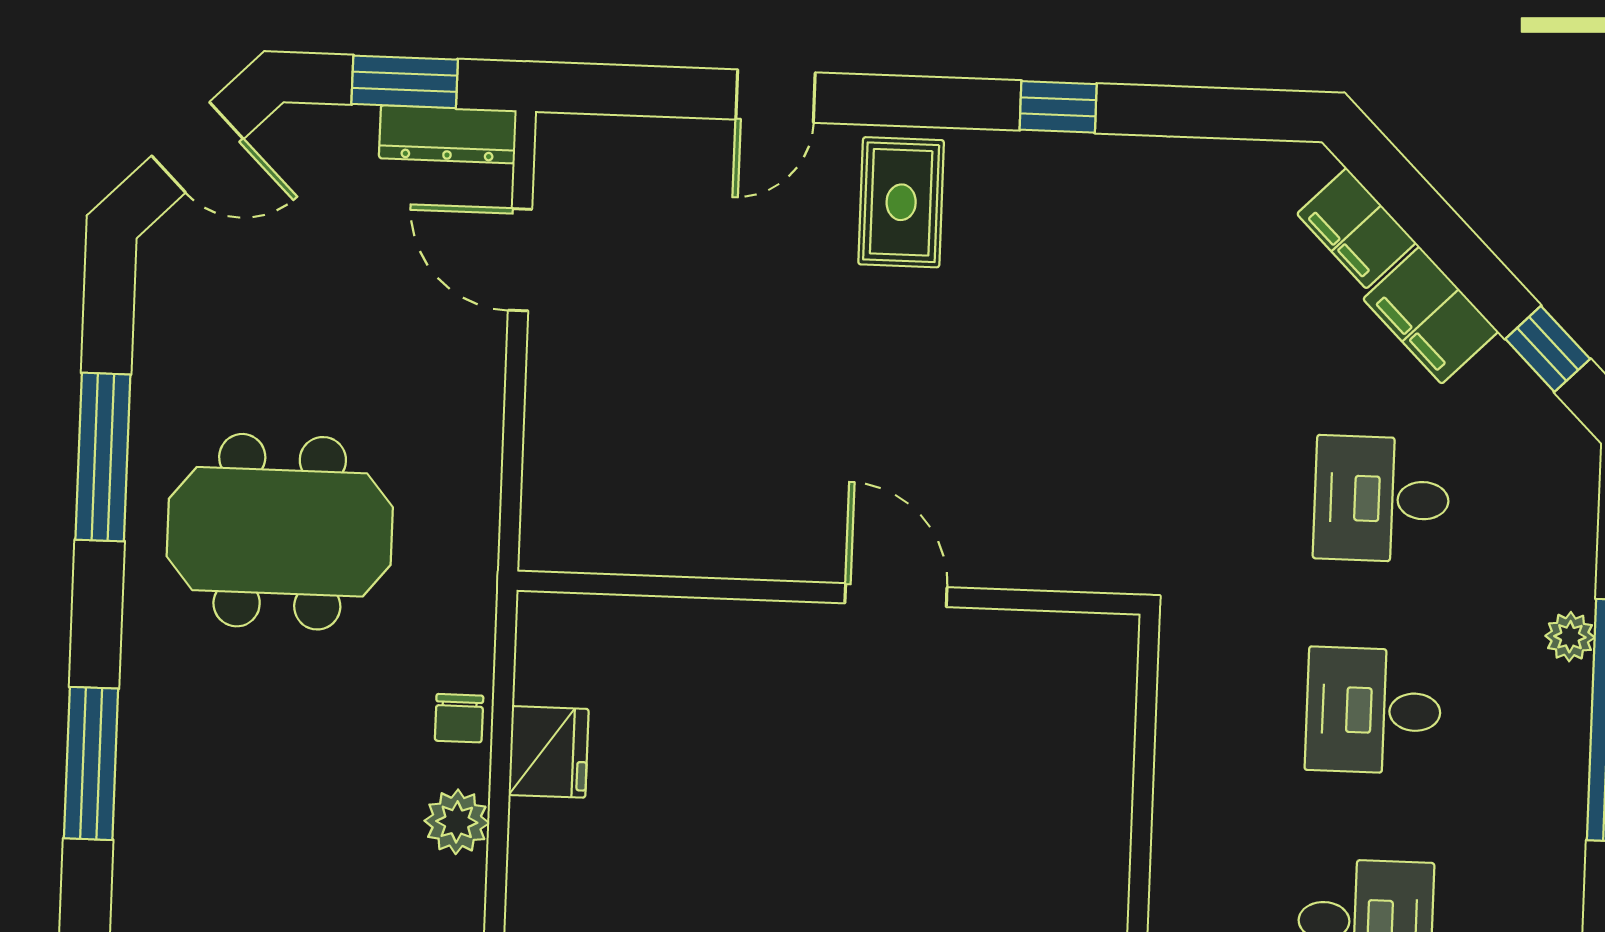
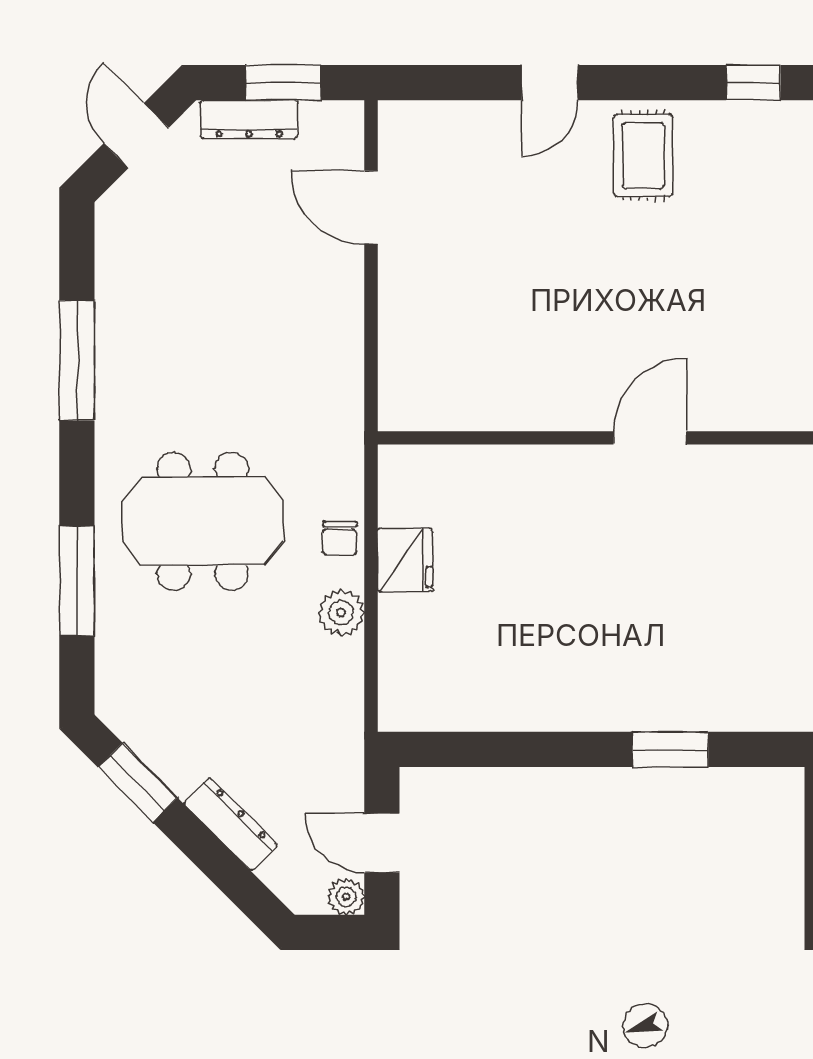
dresser: (448, 134) -> (249, 119), moved
door: (197, 147) -> (136, 135), swing flipped
meeting table: (280, 532) -> (203, 521), moved
door: (896, 595) -> (650, 438), hinge flipped

